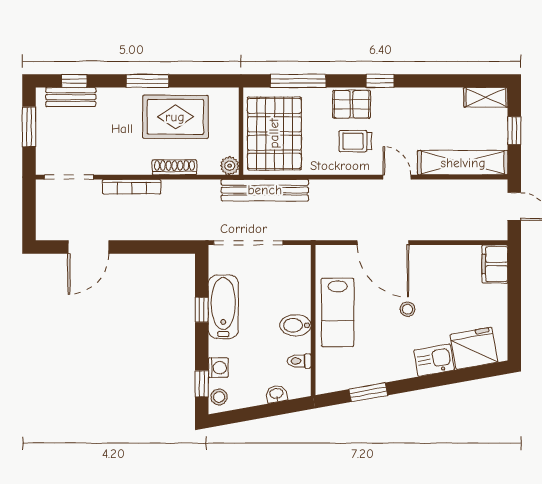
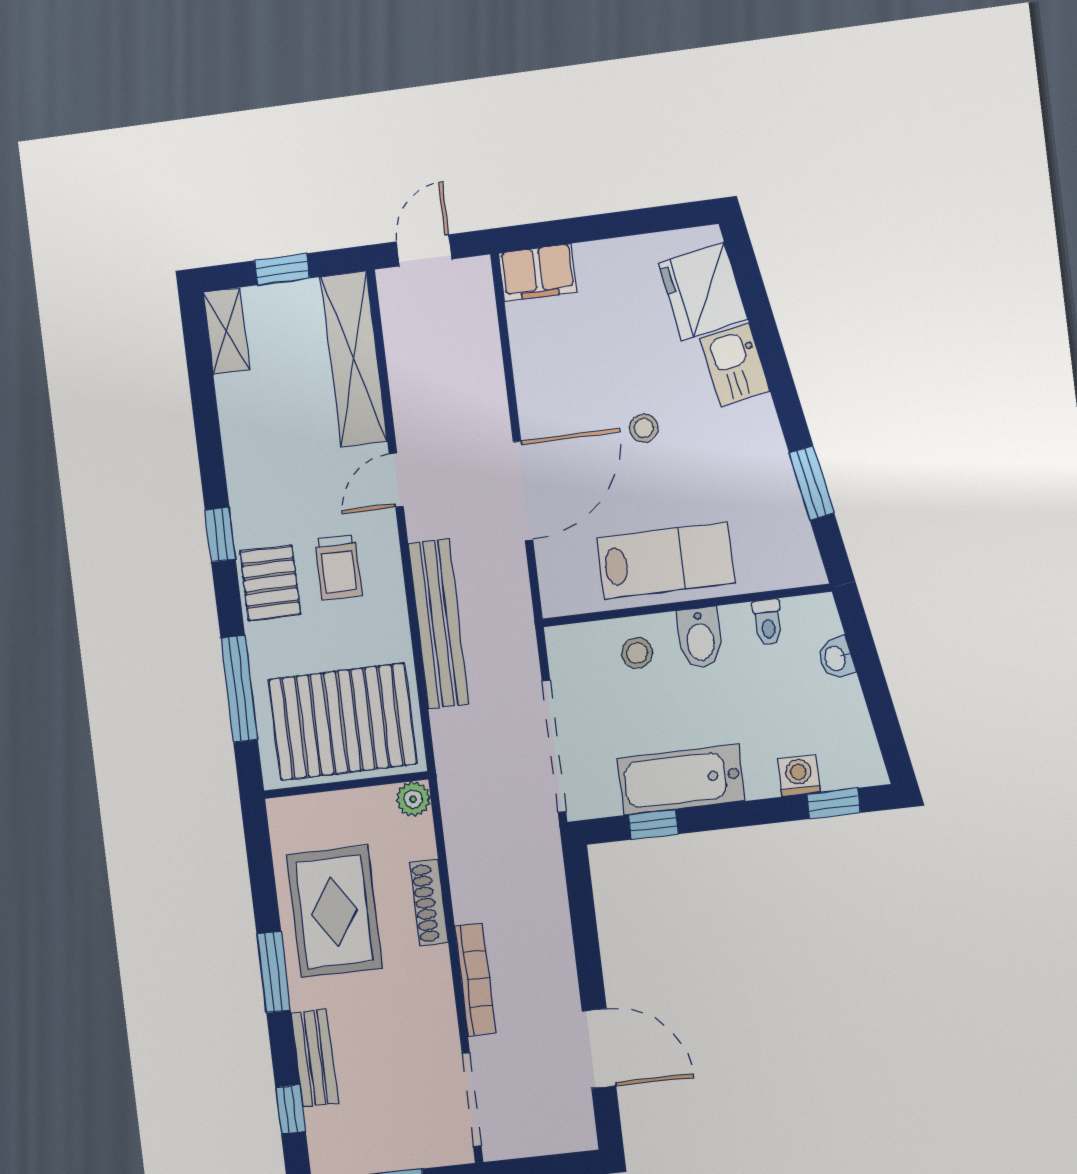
bench: (71, 97) -> (315, 1058), moved
bench: (265, 190) -> (439, 624), moved
window: (202, 310) -> (653, 824), moved
stool: (219, 397) -> (637, 653), moved

